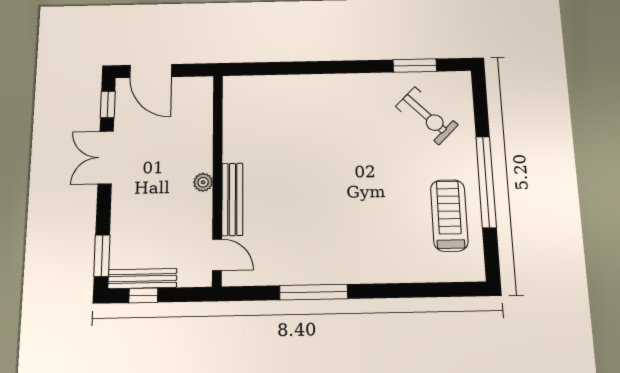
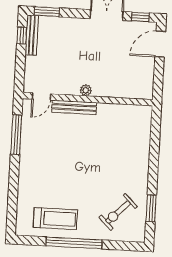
wall: (217, 178) -> (88, 99), moved
plant: (203, 182) -> (86, 90), moved
bench: (232, 199) -> (74, 107), moved
door: (217, 255) -> (41, 96), moved

